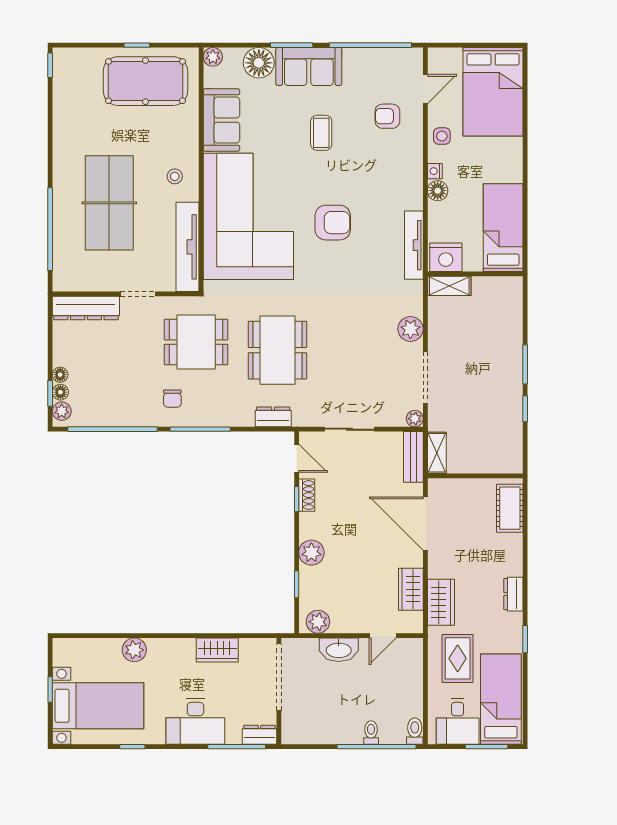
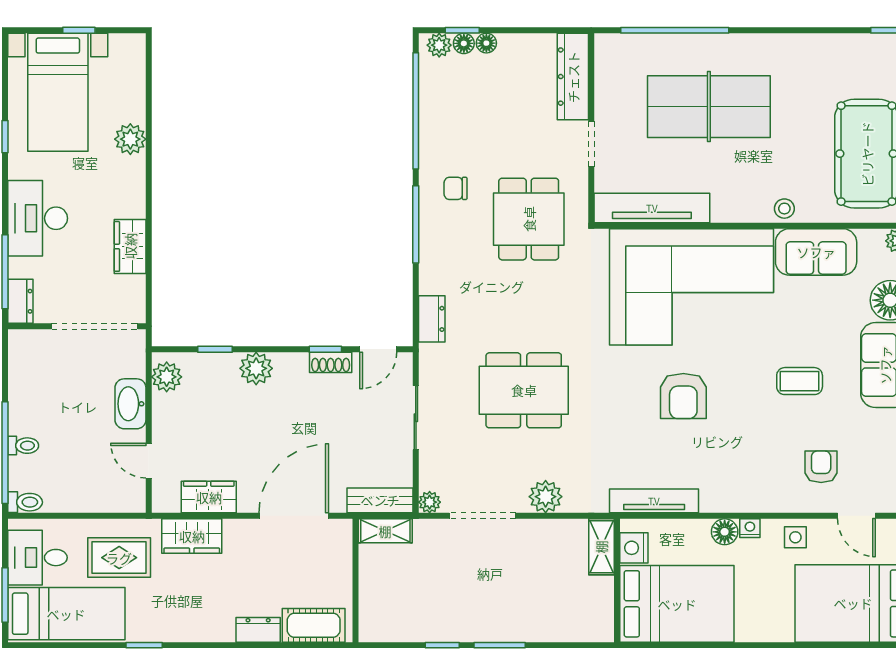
stool: (175, 176) -> (784, 209), moved
bed: (503, 228) -> (677, 604), width x1.50
nightstand: (446, 257) -> (634, 548), width x0.74, depth x0.75
dining table: (277, 350) -> (524, 390), moved
dresser: (513, 594) -> (258, 630), moved

